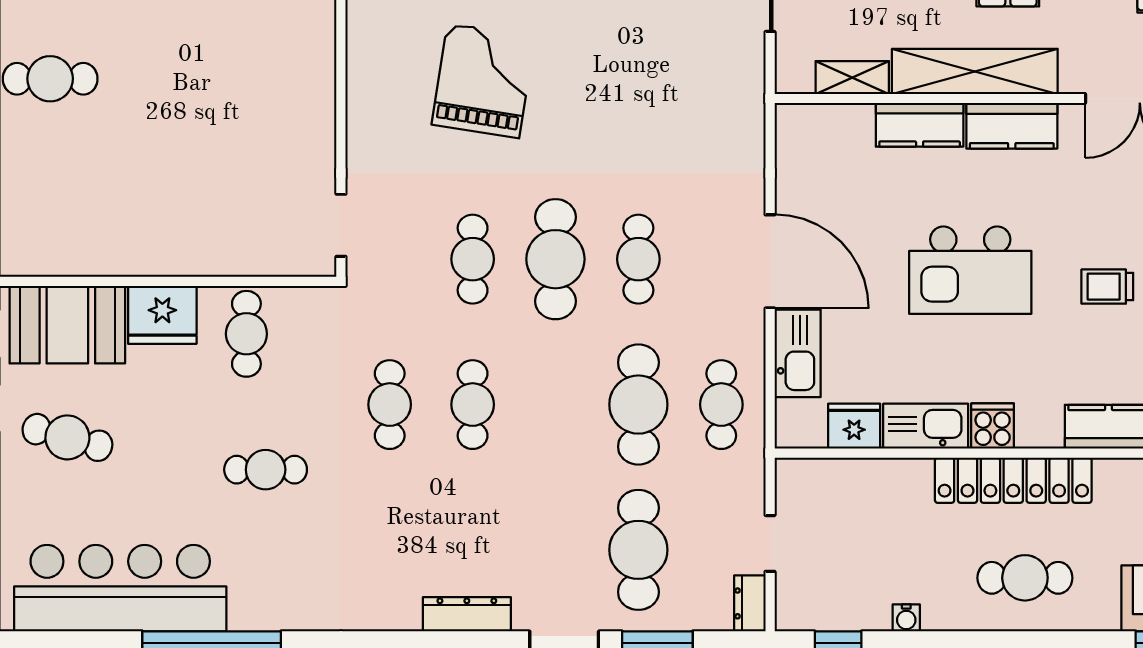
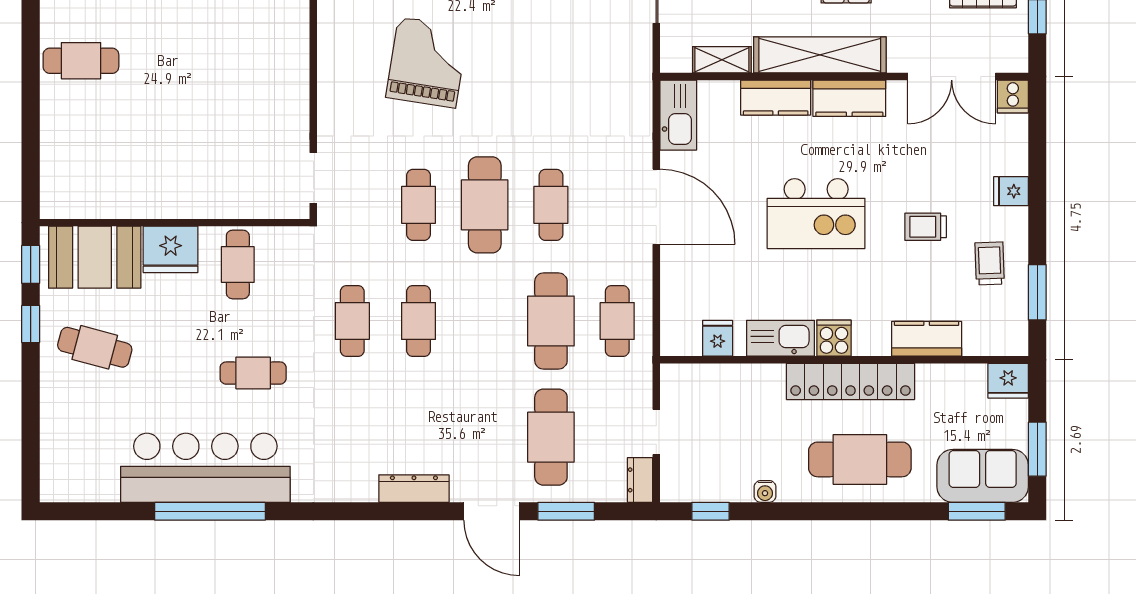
kitchen sink: (798, 353) -> (678, 115), moved
fridge: (854, 426) -> (718, 338), width x0.72
cafe table: (1025, 578) -> (860, 459), width x1.37, depth x1.35
bar counter: (120, 588) -> (205, 468), moved

